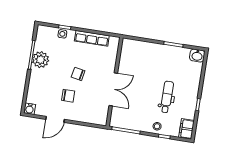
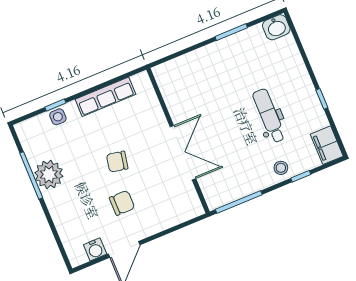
water cooler: (30, 109) -> (95, 249), moved

